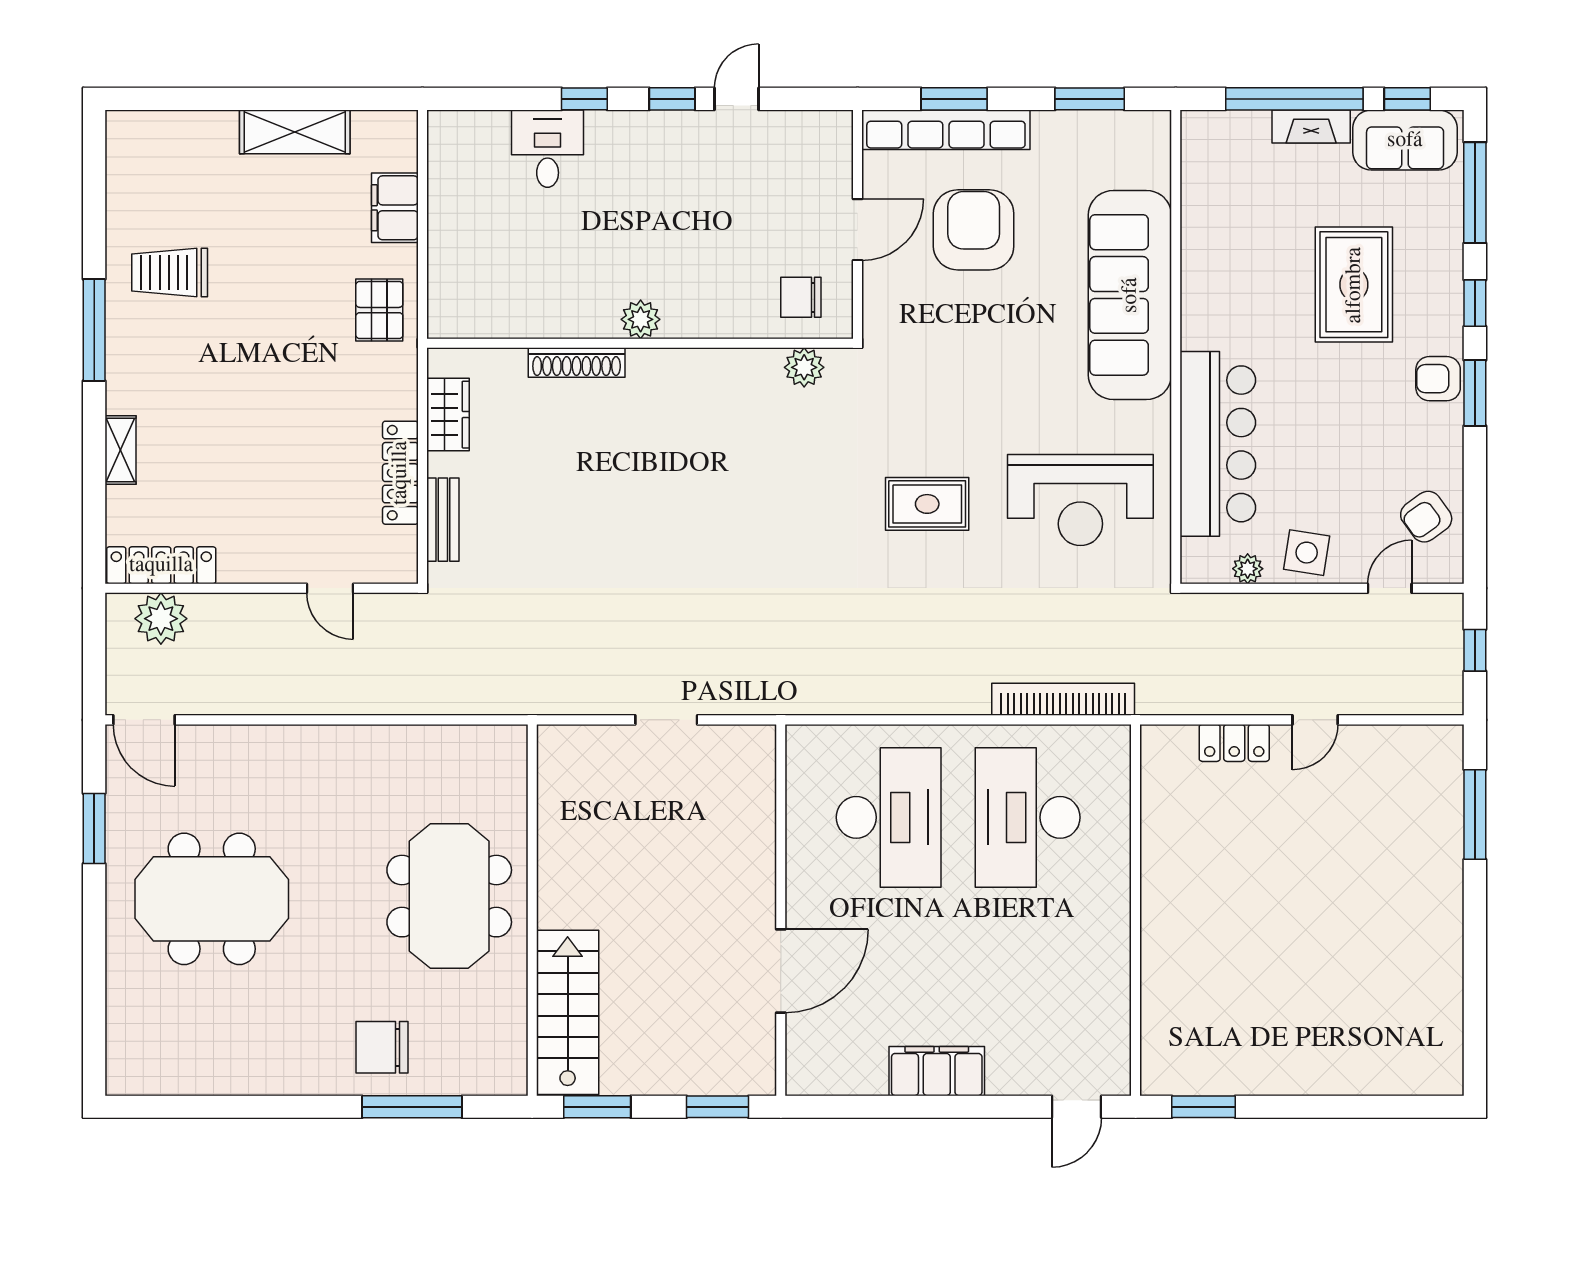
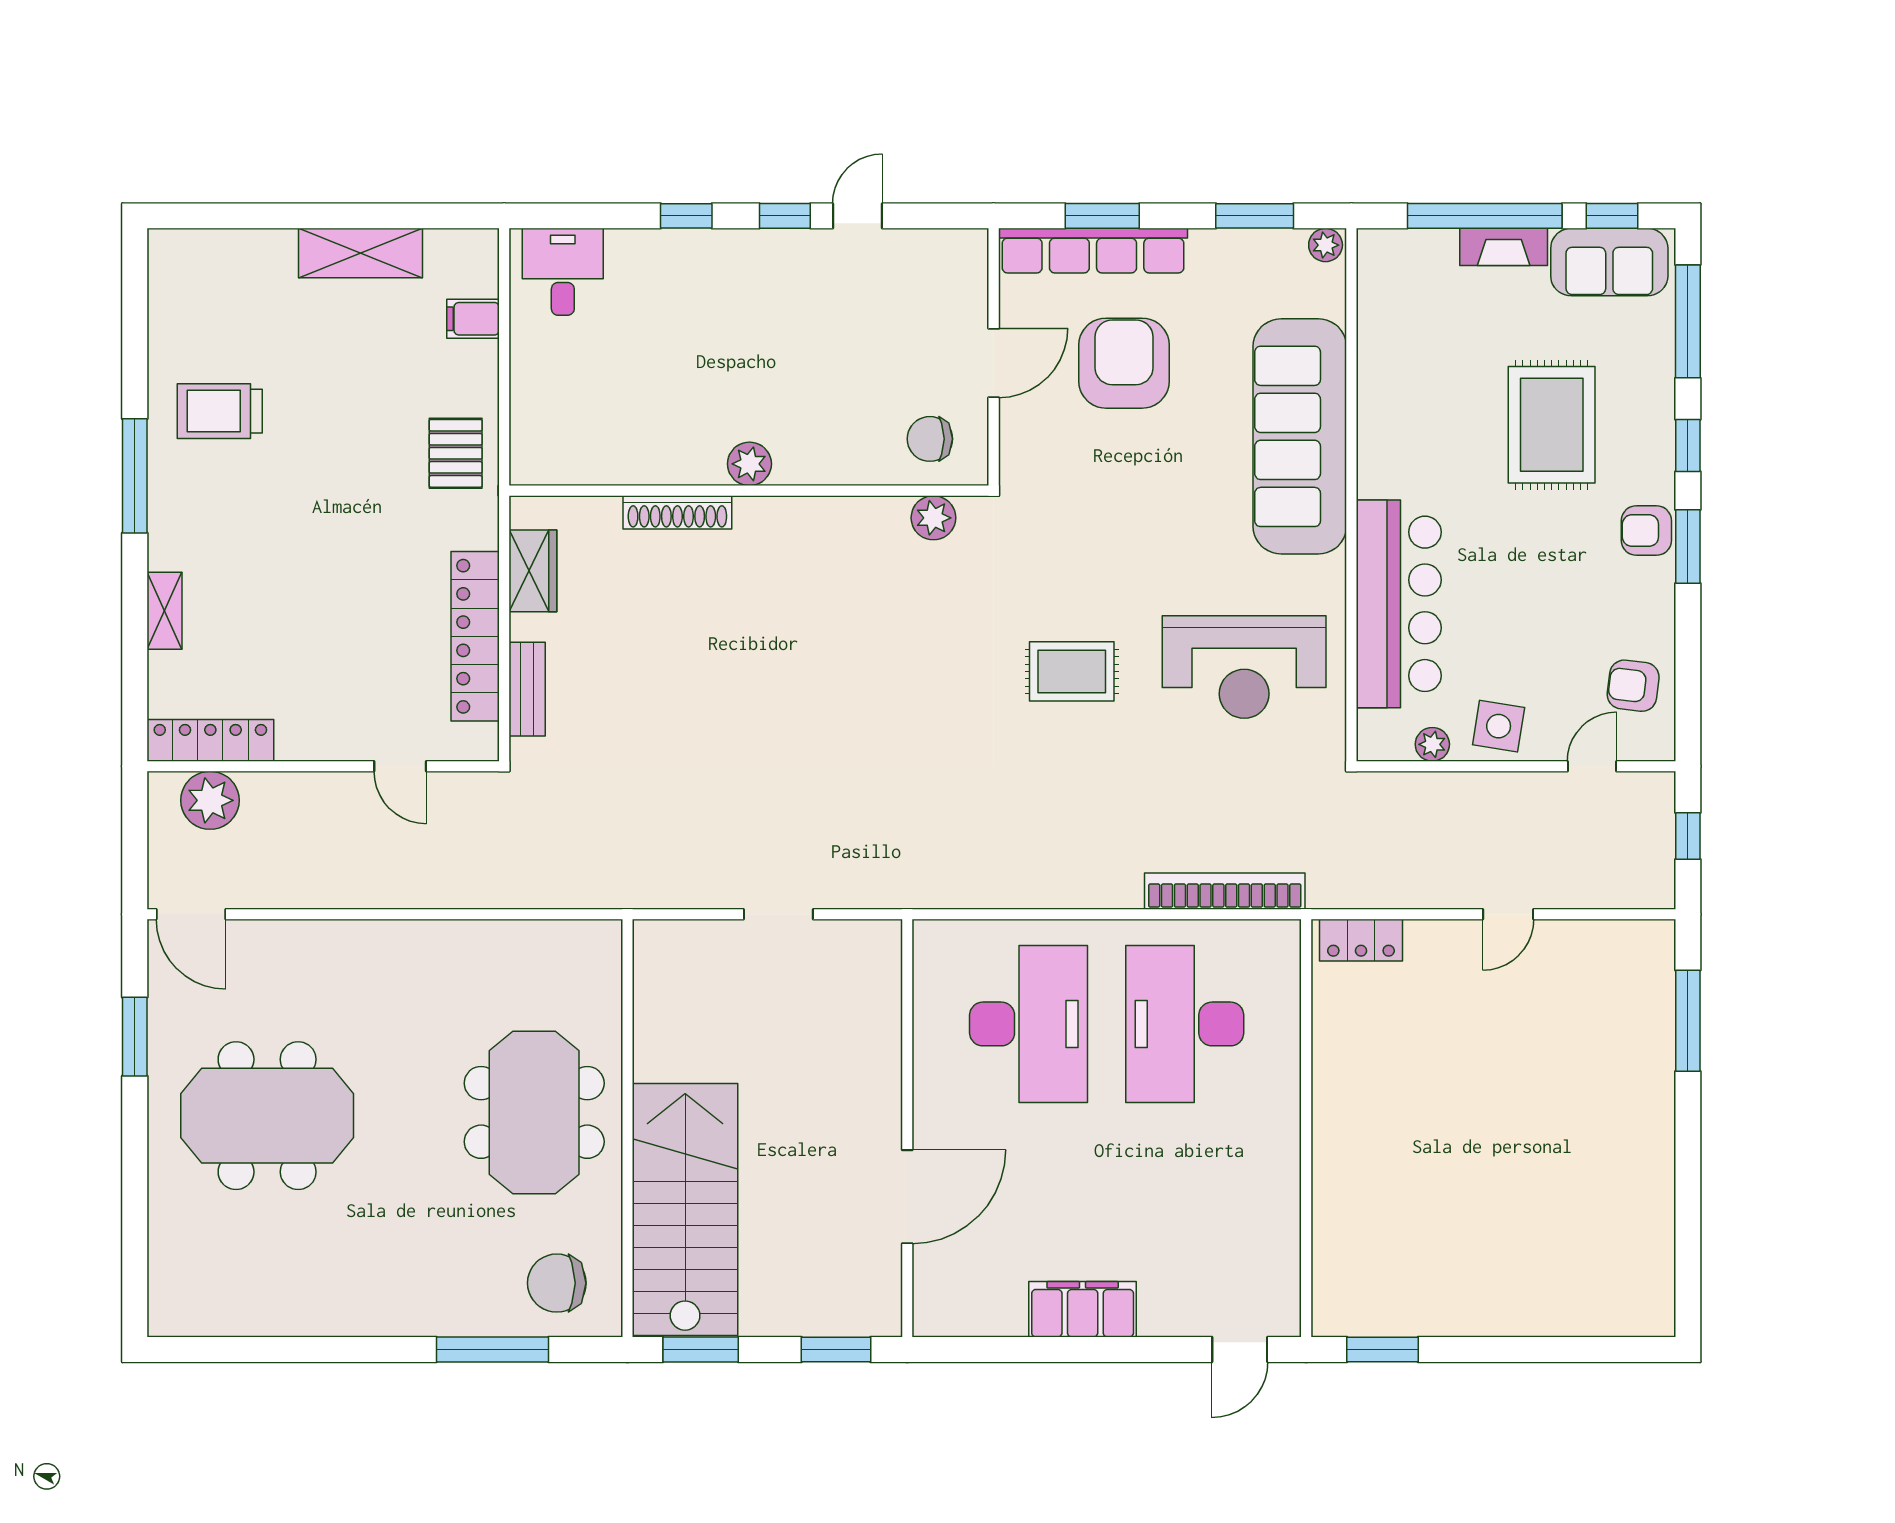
plant: (1153, 125) -> (1326, 245), added
desk: (548, 149) -> (563, 272), moved
filing cabinet: (395, 208) -> (473, 319), width x0.50
locker: (400, 473) -> (475, 636), width x1.41, depth x1.21
armchair: (1426, 517) -> (1633, 686), turned 43
locker: (1234, 743) -> (1361, 940), moved
stairs: (568, 1012) -> (685, 1210), width x1.36, depth x1.51
chair: (382, 1047) -> (557, 1283), moved

